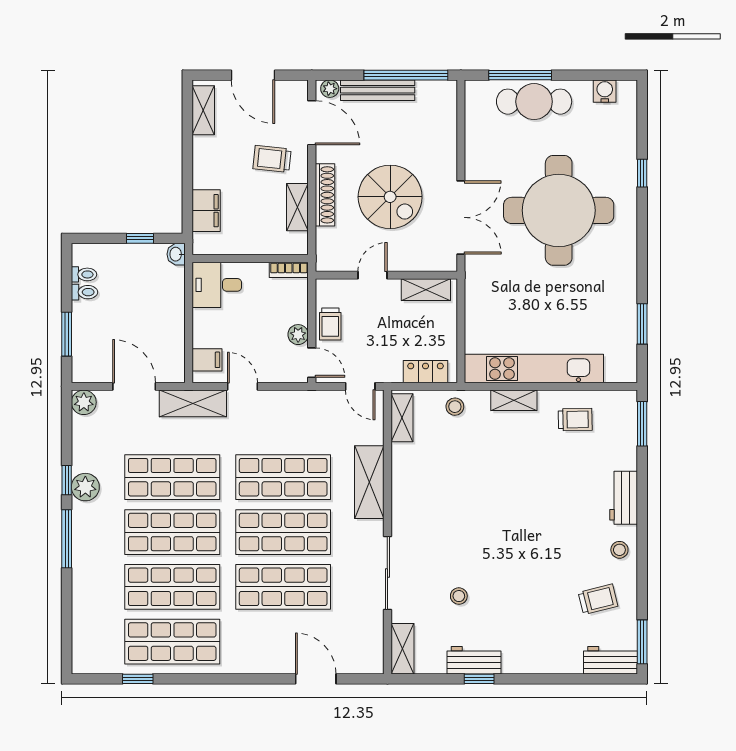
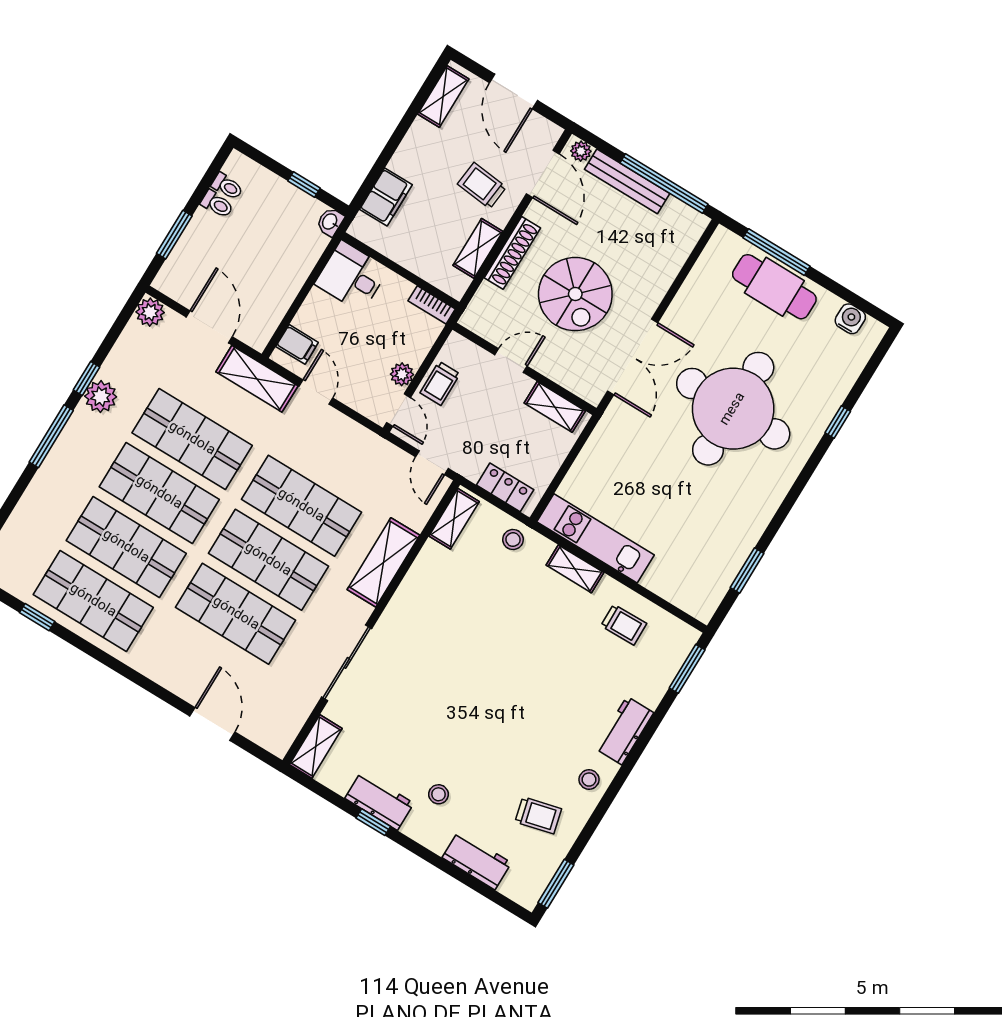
kitchen unit: (534, 368) -> (596, 538), width x0.73
stool: (459, 596) -> (438, 794), moved
workbench: (610, 660) -> (477, 860), moved

